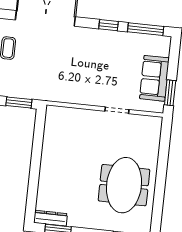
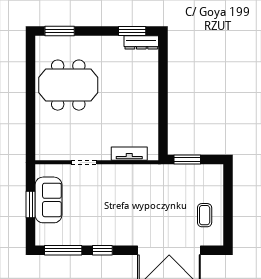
window: (170, 93) -> (31, 205), moved
tv unit: (73, 114) -> (129, 154), added
meeting table: (124, 185) -> (68, 85), turned 90

